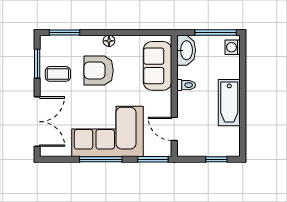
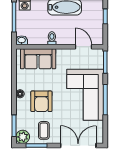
plant: (49, 45) -> (23, 137), added
washbasin: (186, 50) -> (22, 40), width x0.52, depth x0.69
door: (174, 129) -> (83, 47), swing flipped

